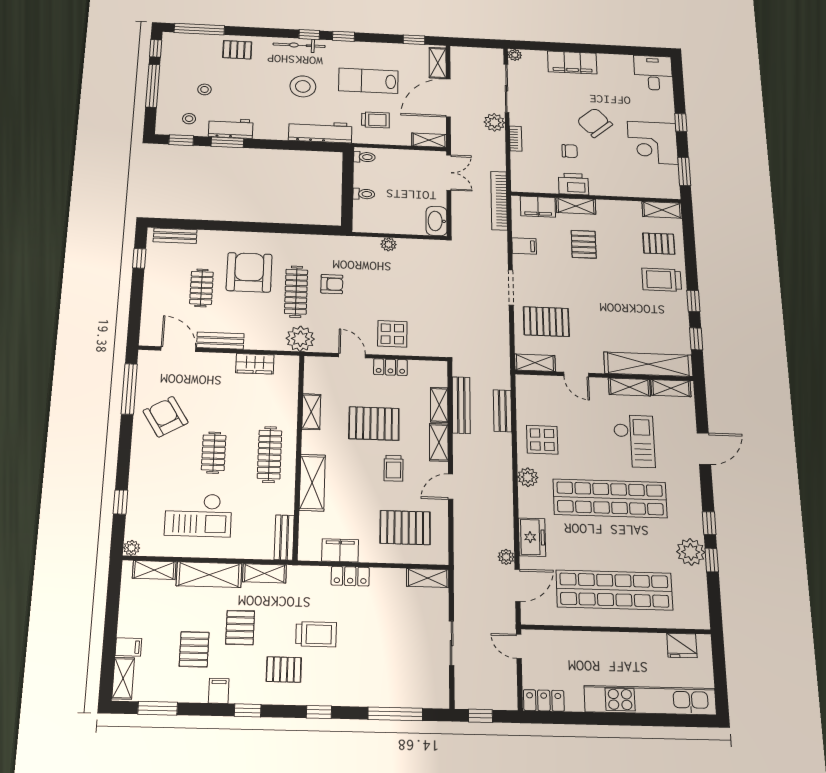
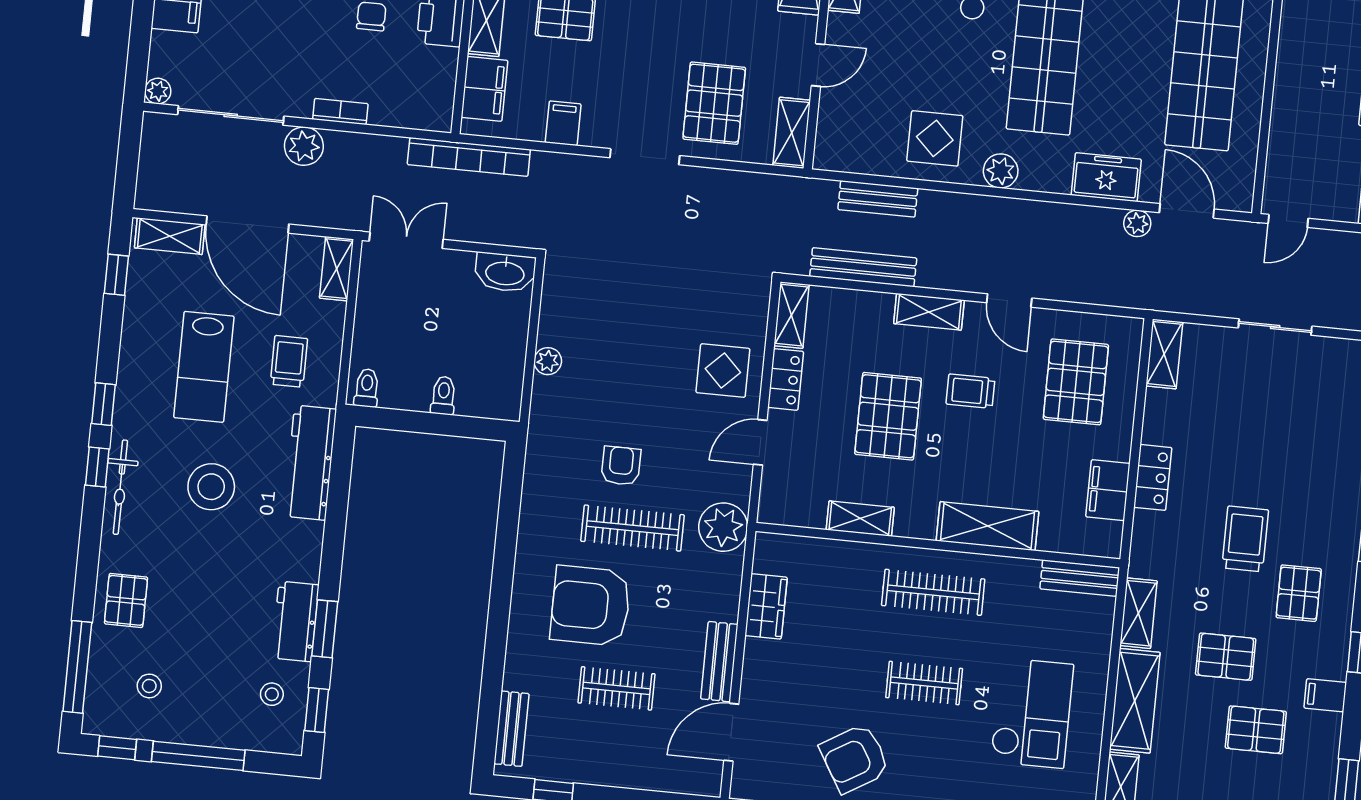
stool: (204, 89) -> (149, 686), moved
shelving: (439, 405) -> (791, 315), moved, turned 90
trolley: (394, 468) -> (970, 391), turned 180

